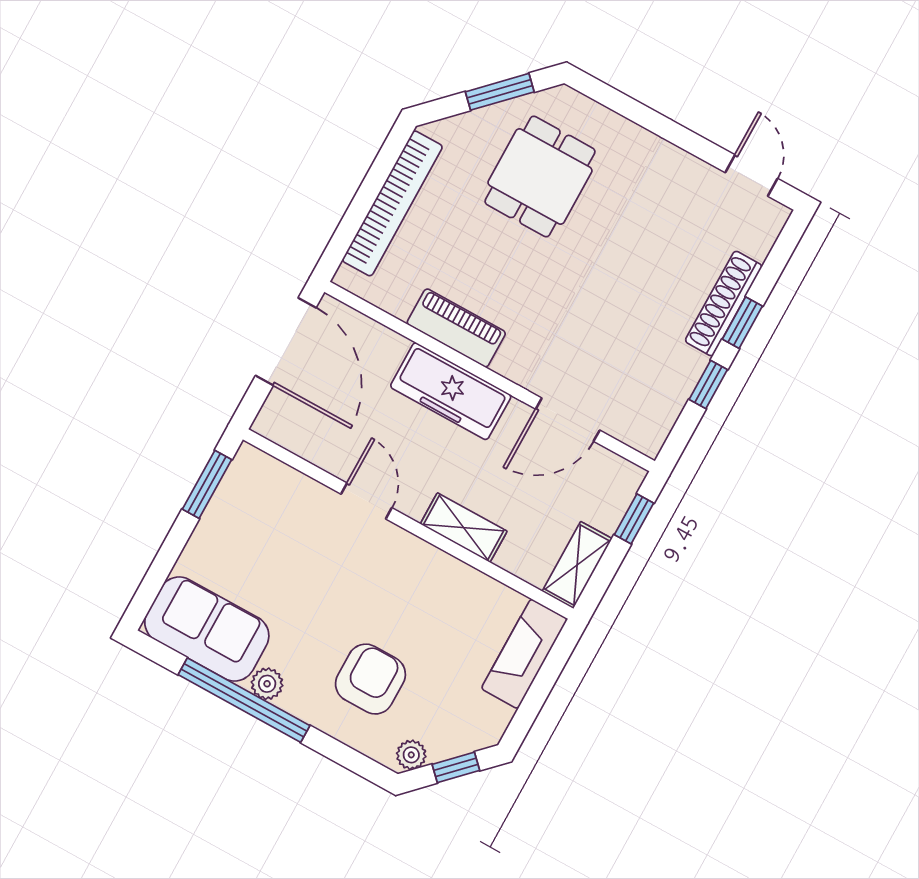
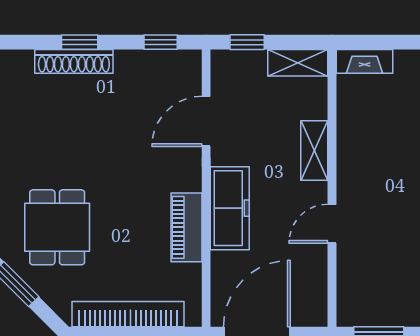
dining table: (540, 176) -> (57, 227), turned 90
window: (708, 384) -> (161, 42), moved
door: (568, 420) -> (206, 121), swing flipped
fireplace: (524, 654) -> (365, 61), width x0.73, depth x0.76

